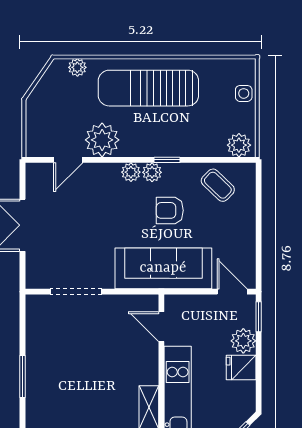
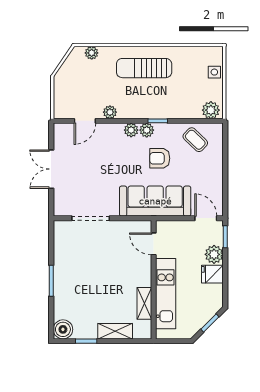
sun lounger: (148, 88) -> (144, 68), width x0.73, depth x0.75
plant: (102, 140) -> (110, 112), width x0.53, depth x0.53

